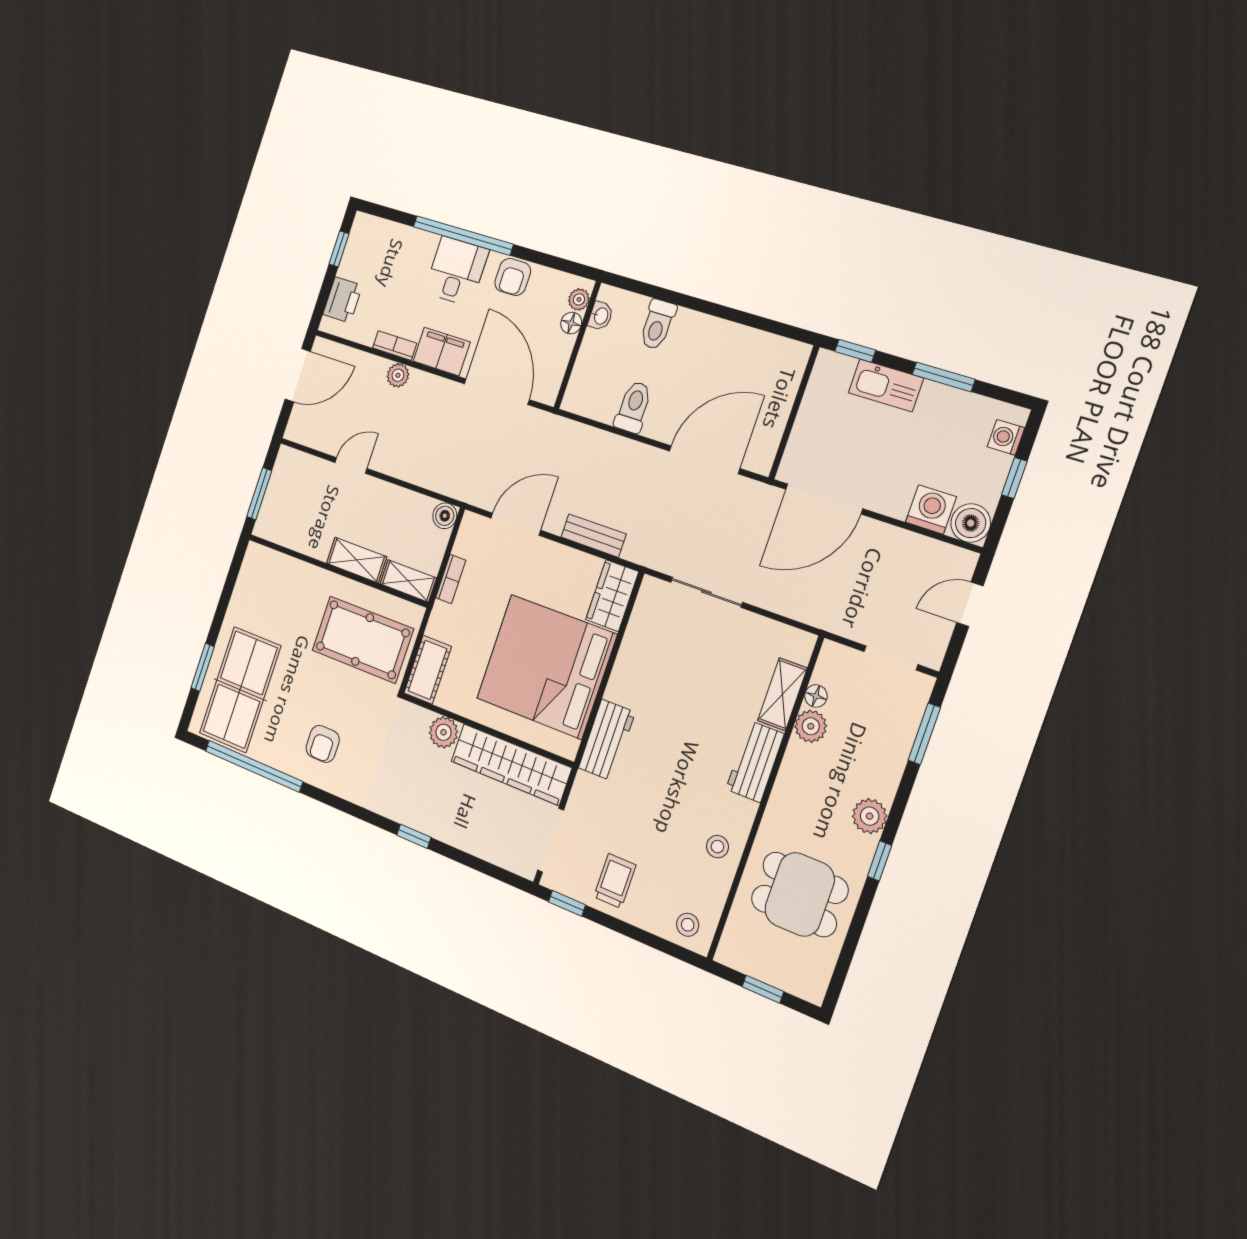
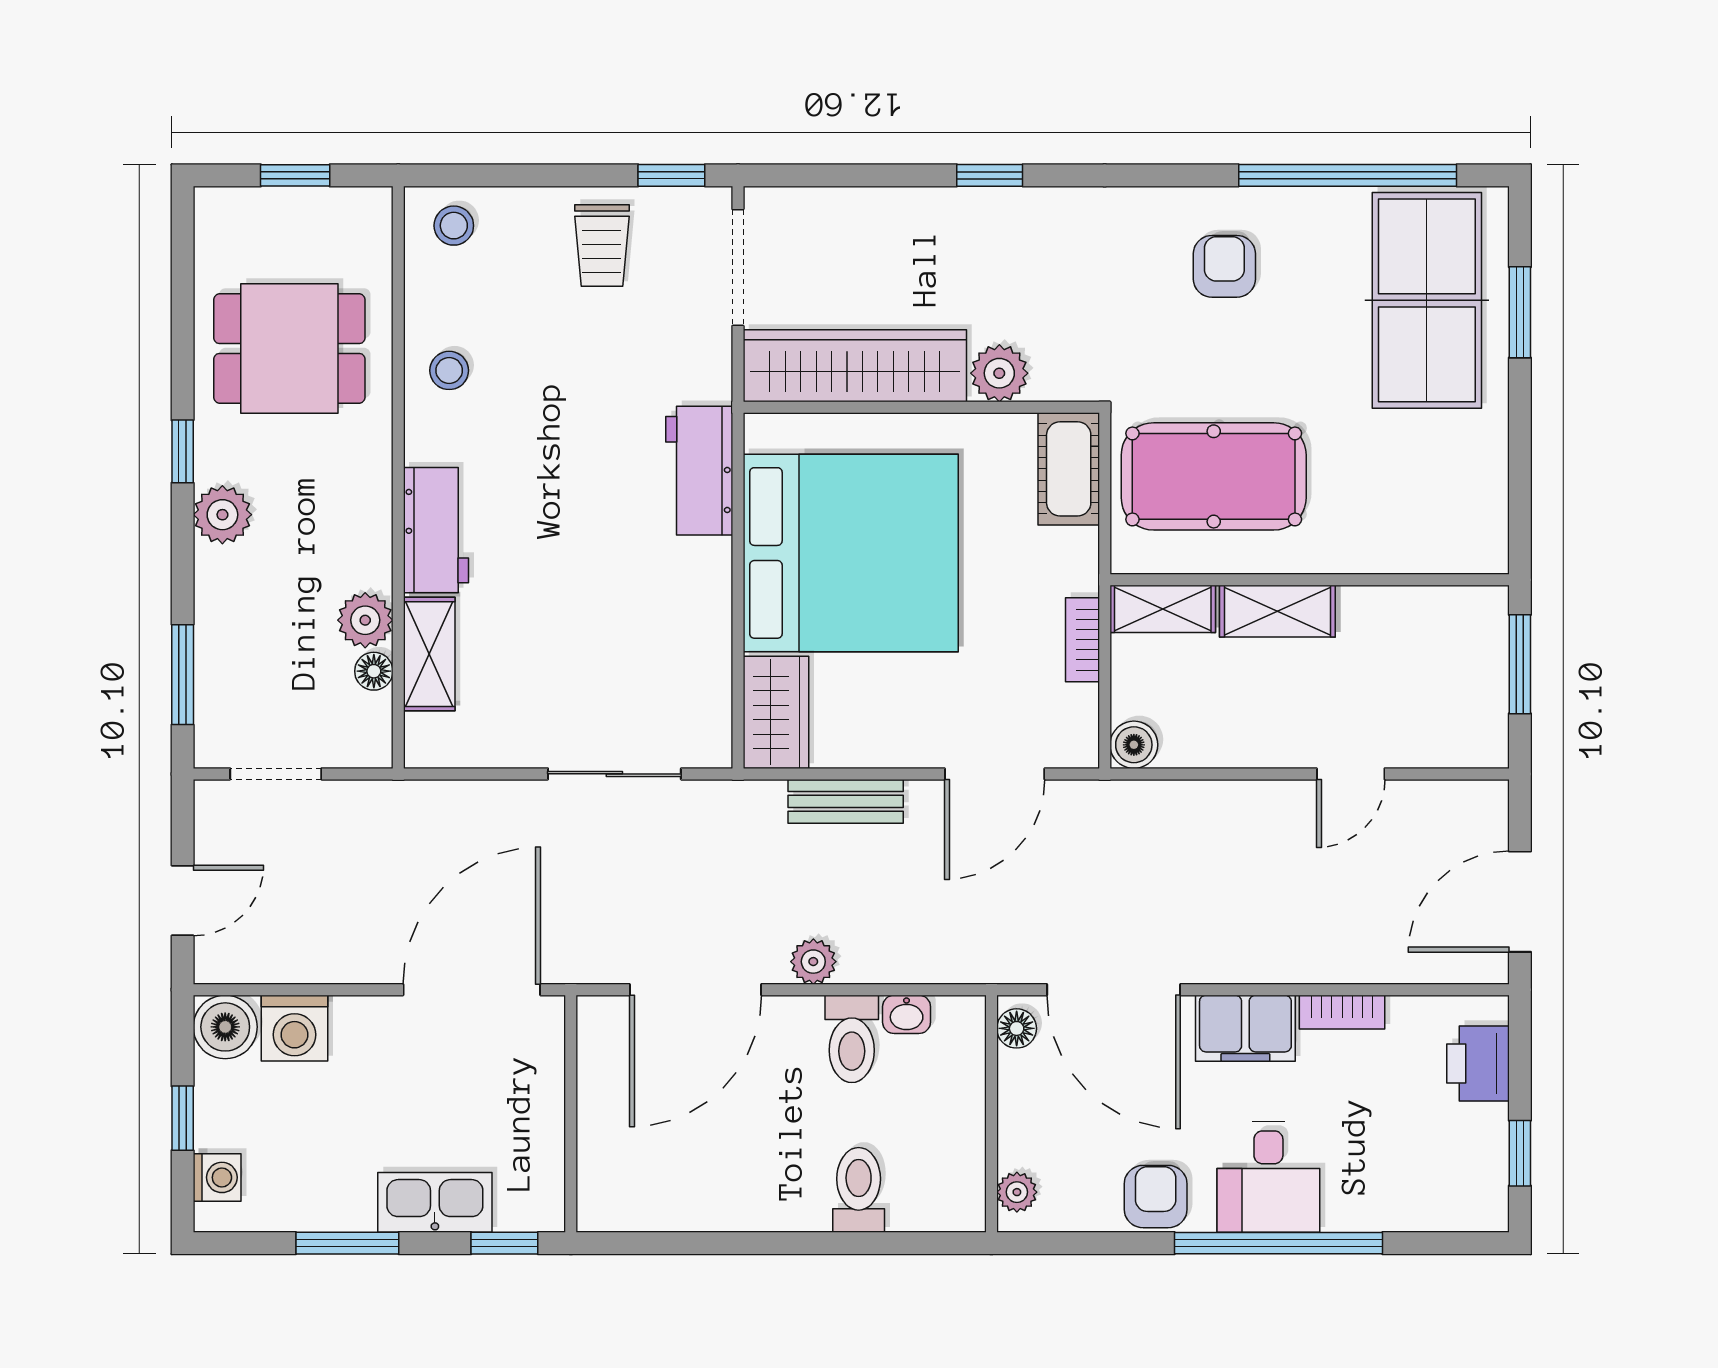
washbasin: (601, 316) -> (907, 1014), moved, turned -90
floor lamp: (571, 323) -> (1017, 1028), moved
plant: (398, 375) -> (813, 962), moved

